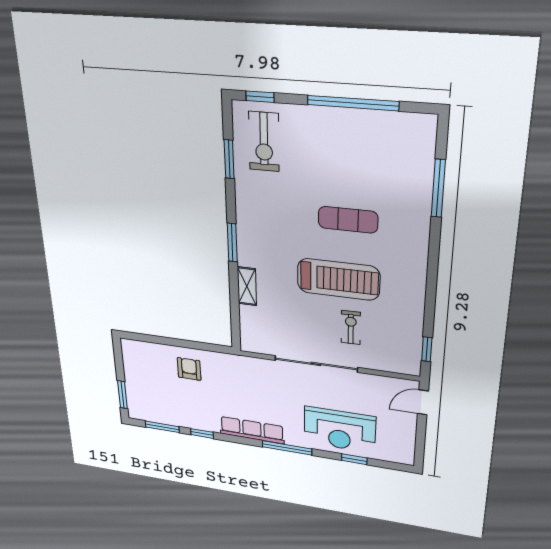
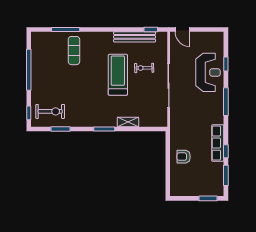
exercise mat: (348, 220) -> (74, 51), moved
bench: (414, 319) -> (135, 37), added
row of seats: (252, 430) -> (218, 143), moved

